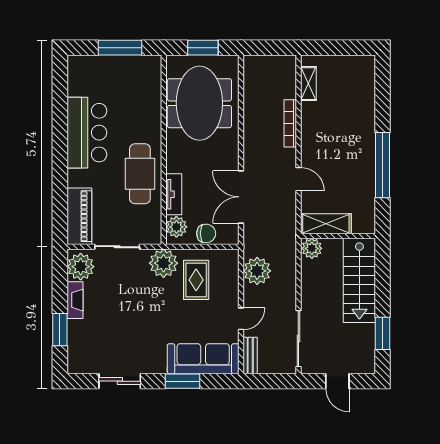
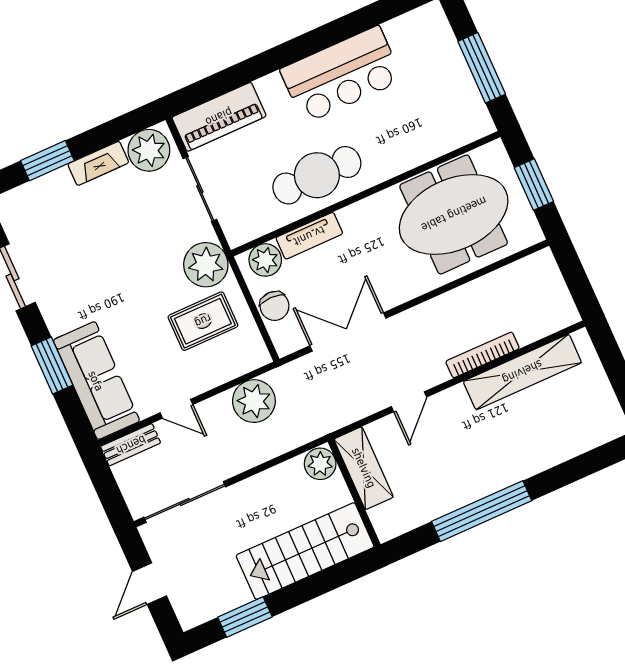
shelving: (308, 84) -> (522, 372), width x2.20, depth x1.33

